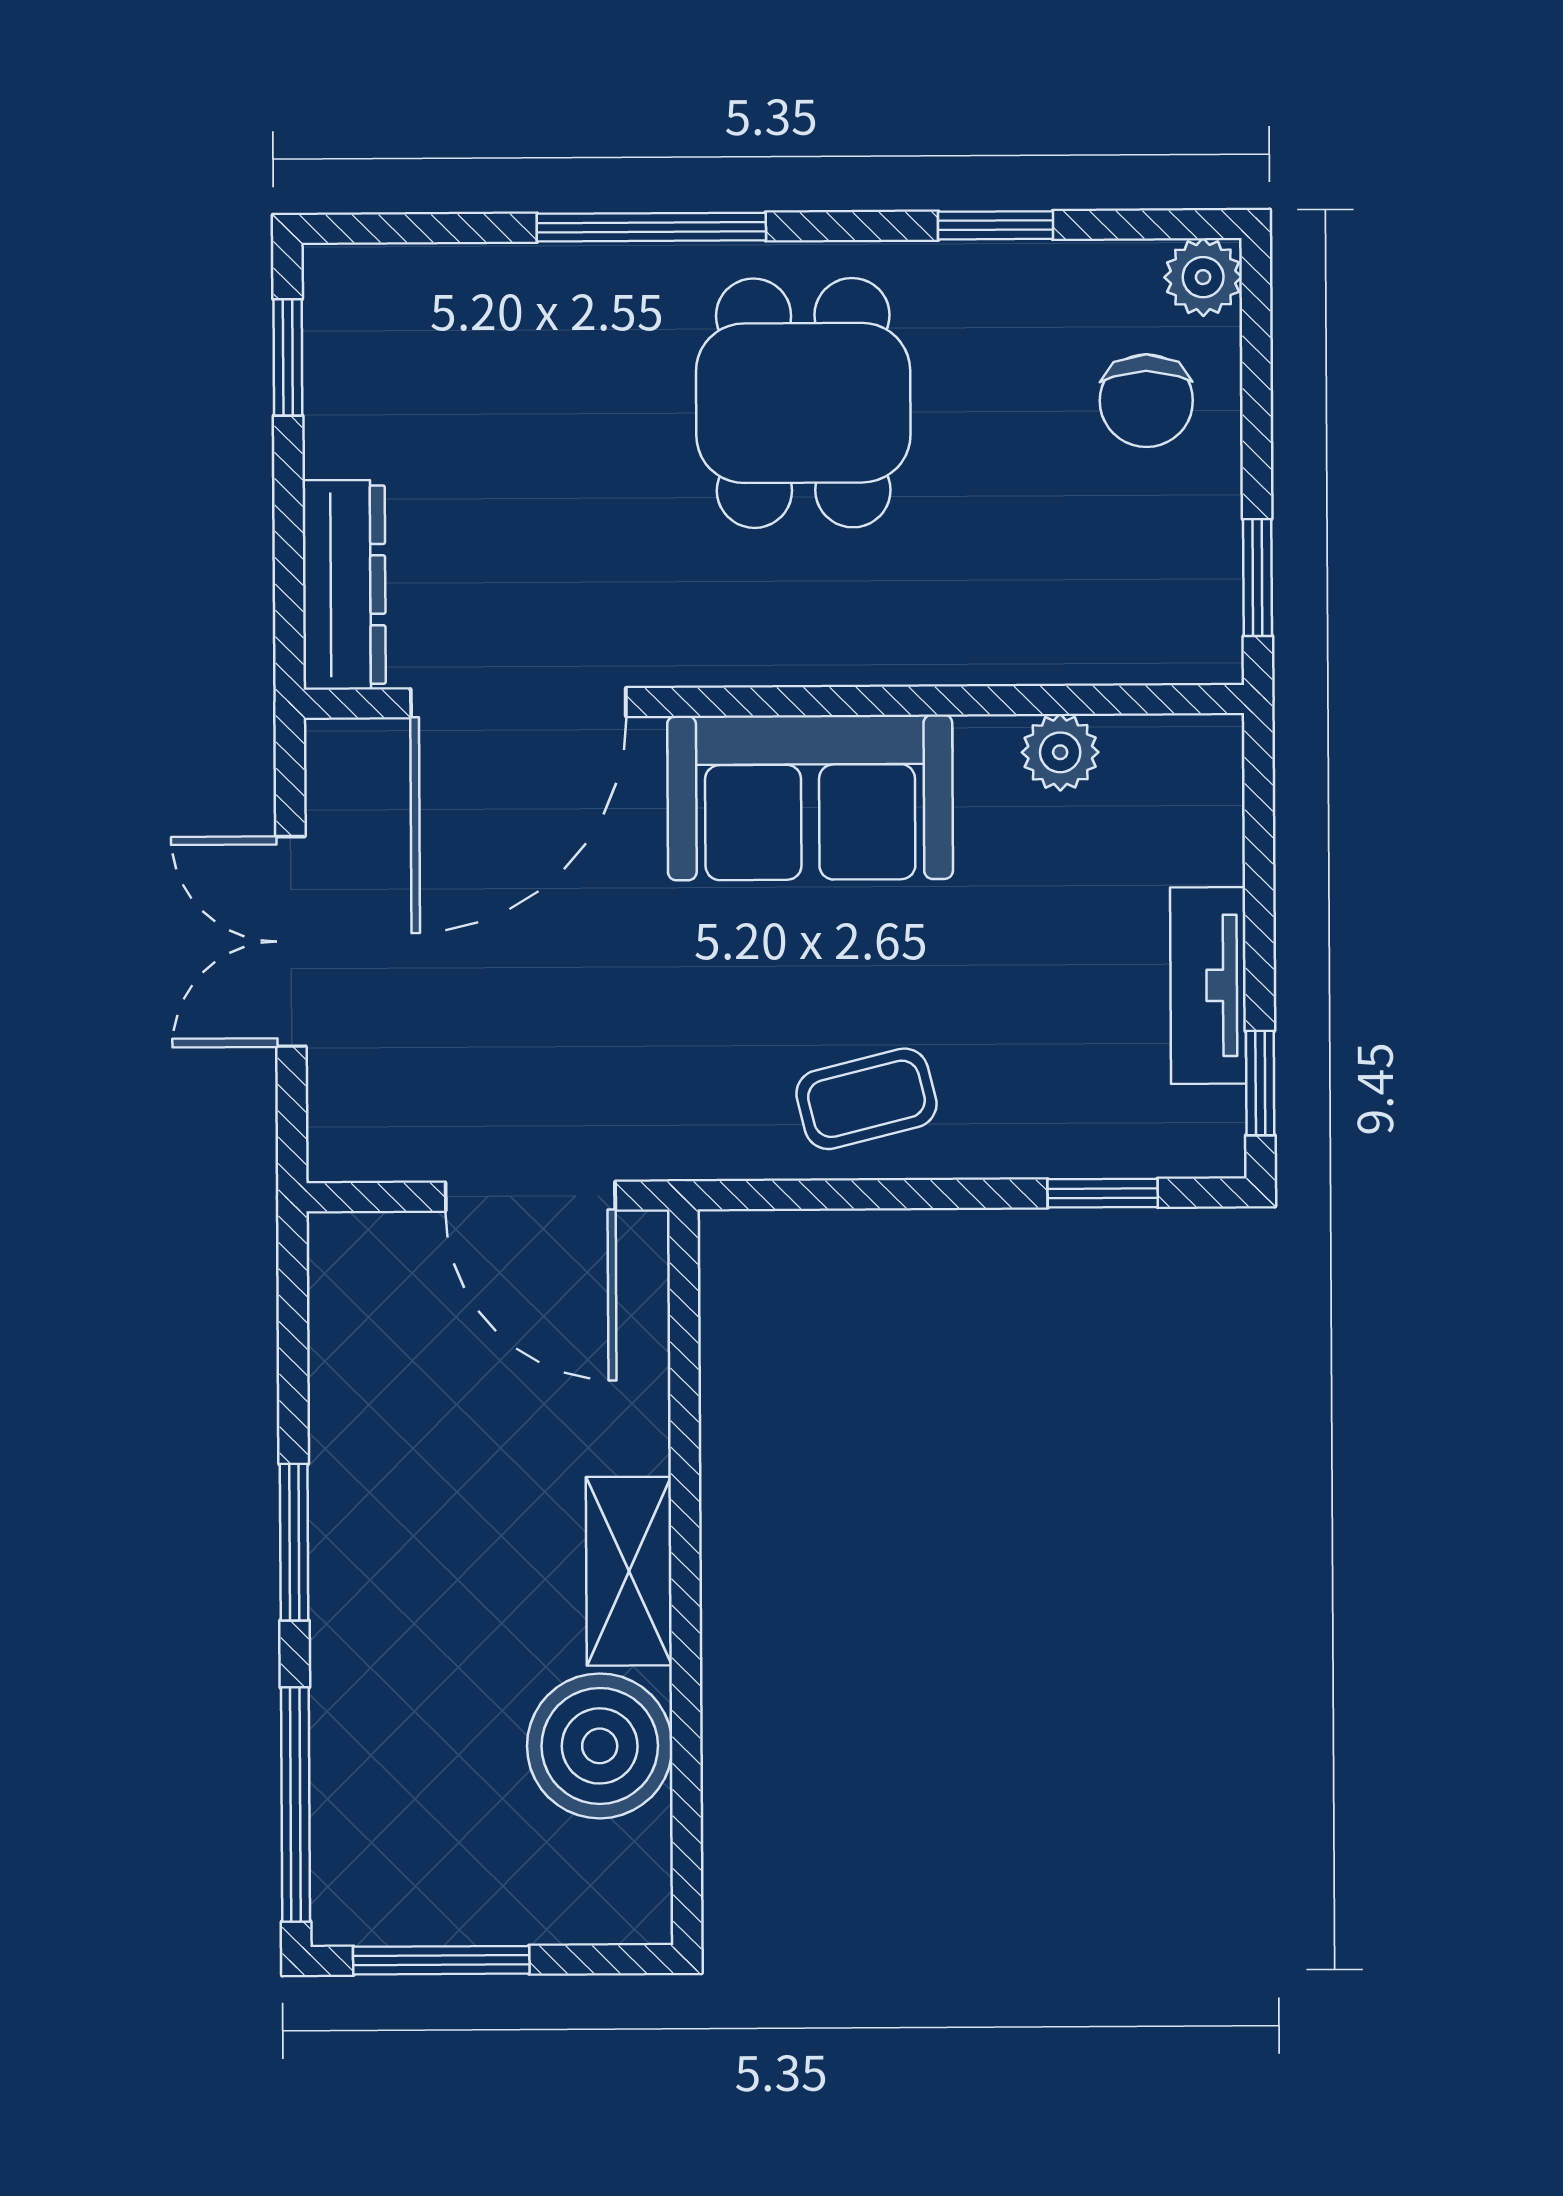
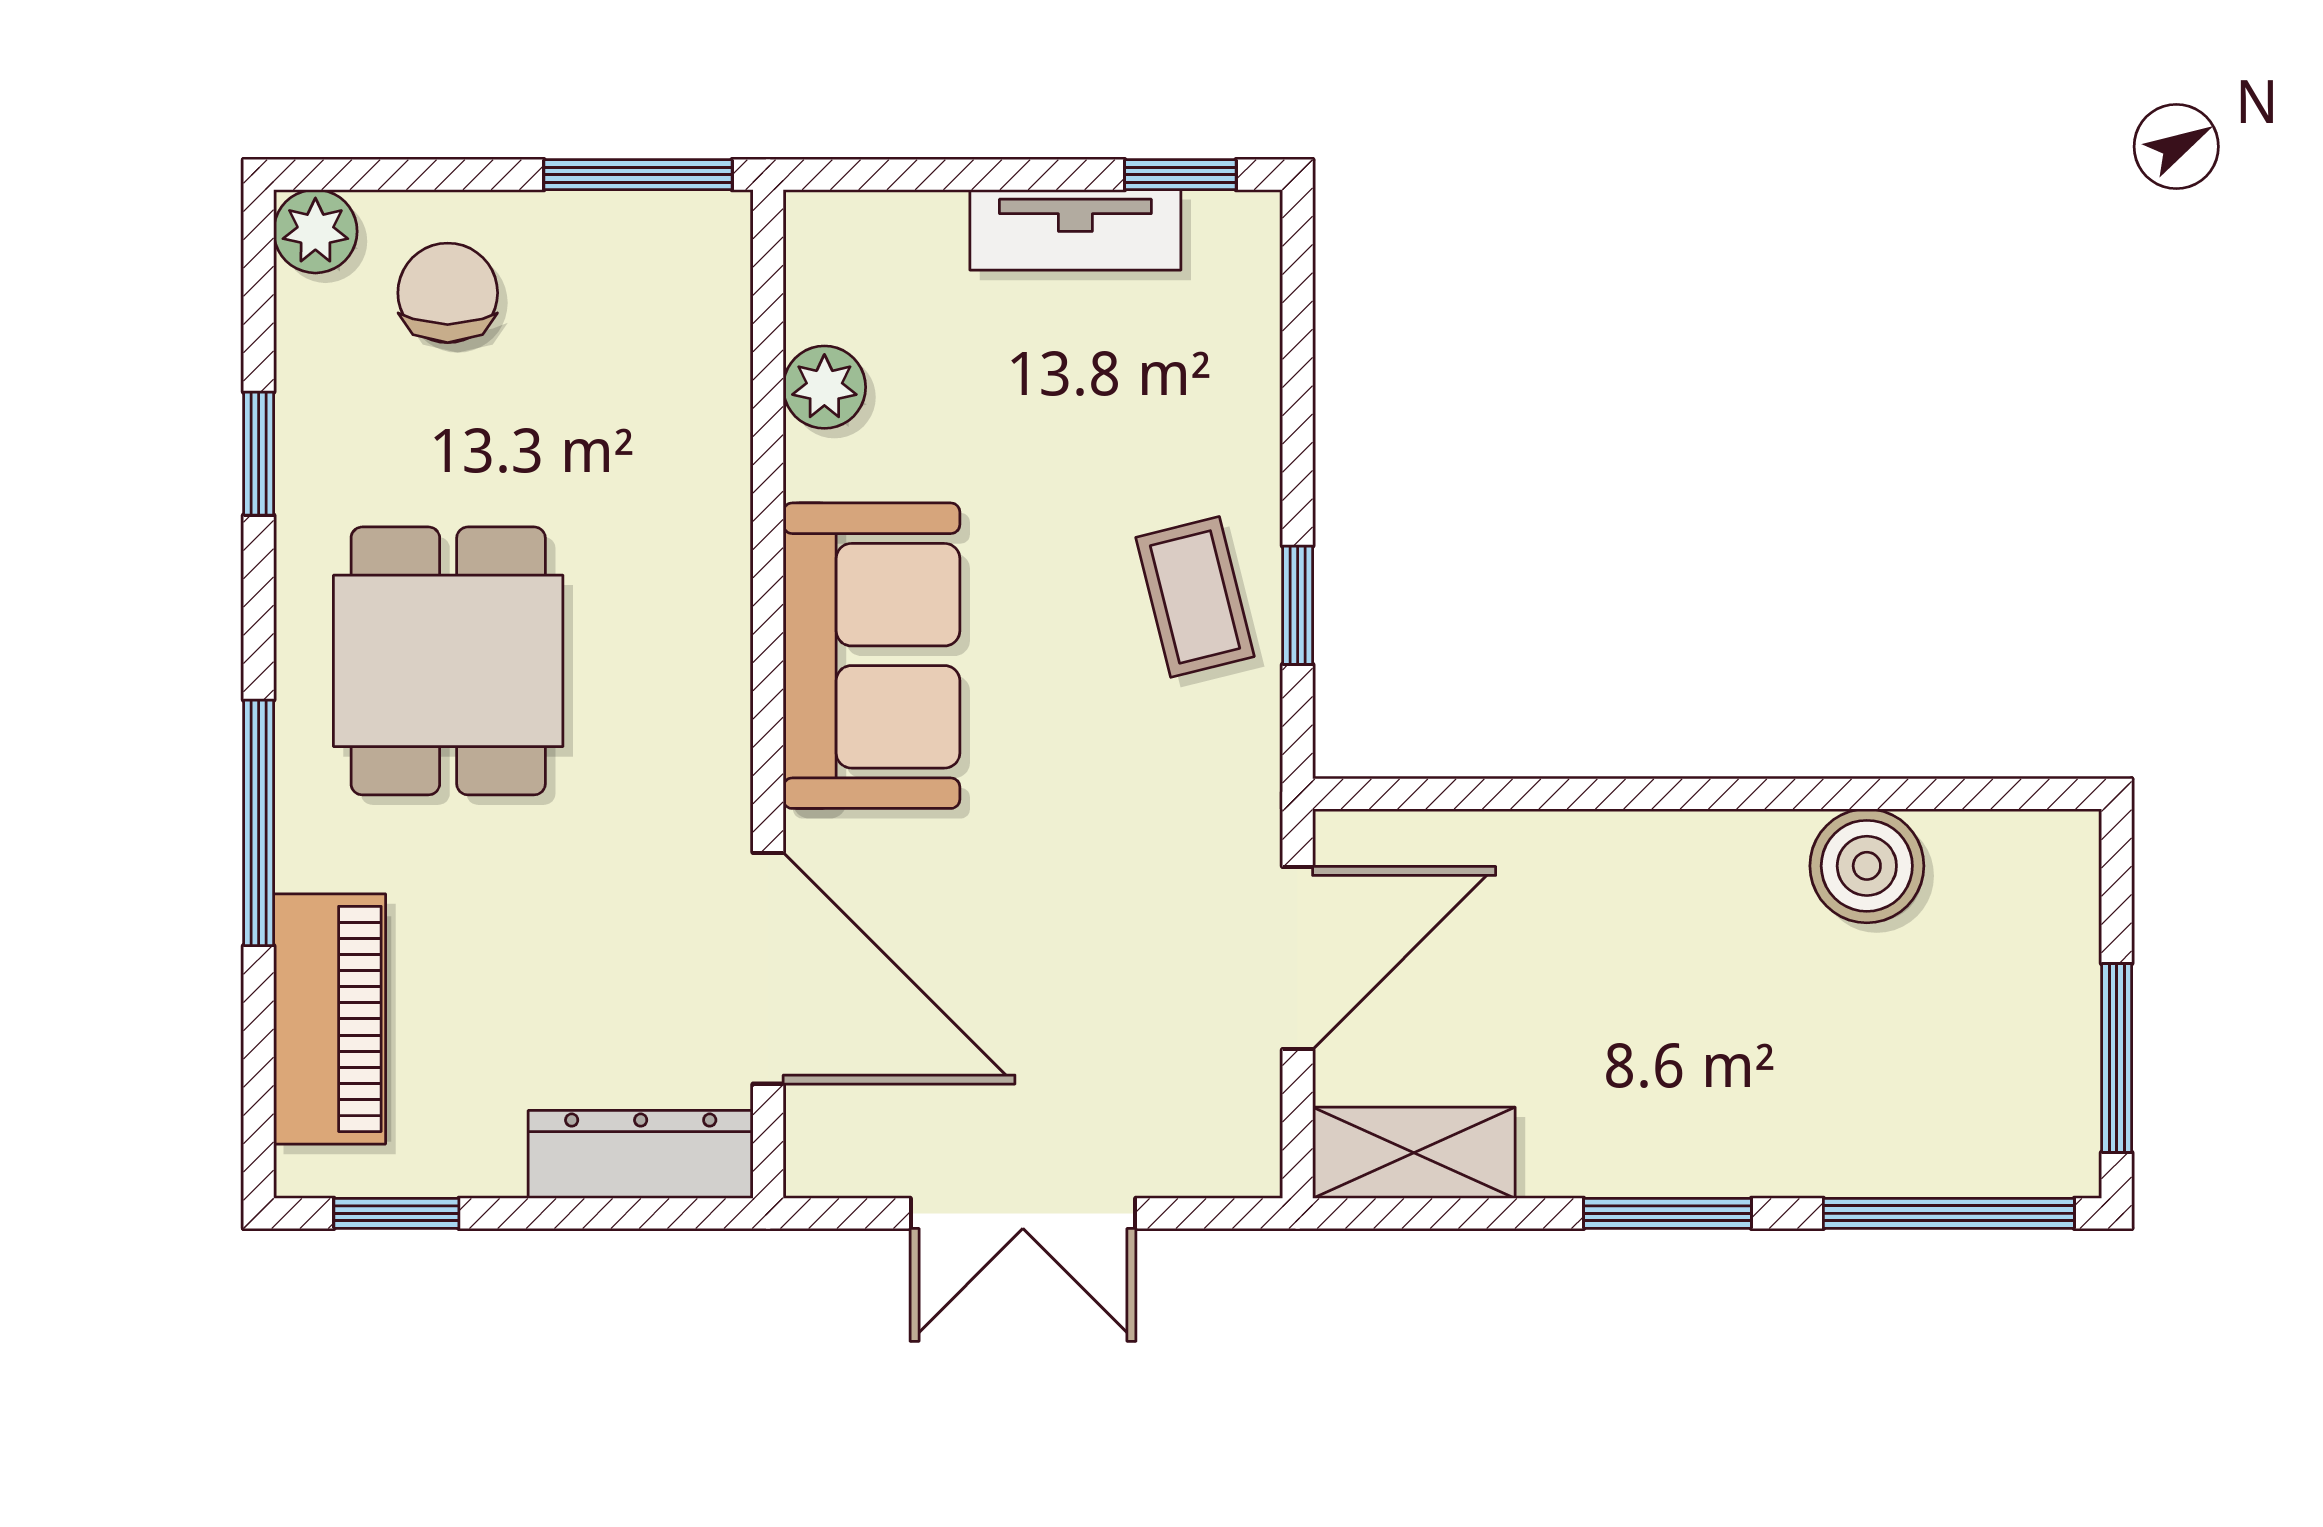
piano: (469, 294) -> (330, 1019), added
chair: (1146, 401) -> (448, 293), turned -90
dining table: (803, 403) -> (448, 661), turned 90
window: (1258, 577) -> (638, 175), width x1.50
window: (1103, 1193) -> (1298, 605), moved
shelving: (629, 1571) -> (1414, 1153), moved
boiler: (600, 1746) -> (1867, 866), width x0.73, depth x0.73

